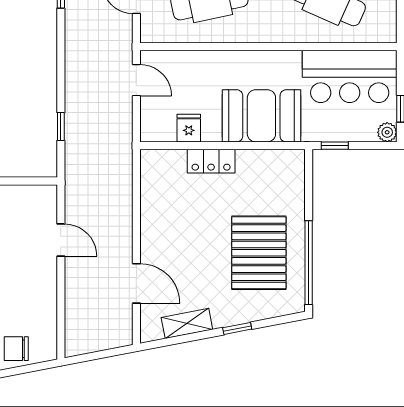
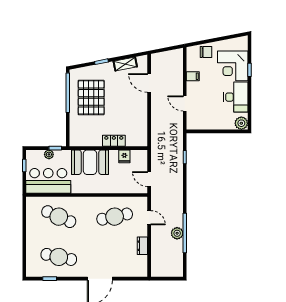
plant: (387, 132) -> (49, 154), moved
filing cabinet: (44, 298) -> (193, 76), added

